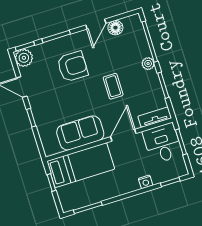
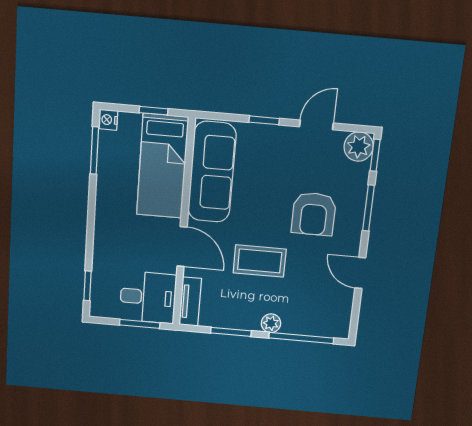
floor lamp: (115, 28) -> (343, 299), removed
coffee table: (113, 86) -> (260, 261), width x1.36, depth x1.30
sofa: (80, 133) -> (212, 172), width x1.36
nightstand: (146, 182) -> (108, 120), moved

